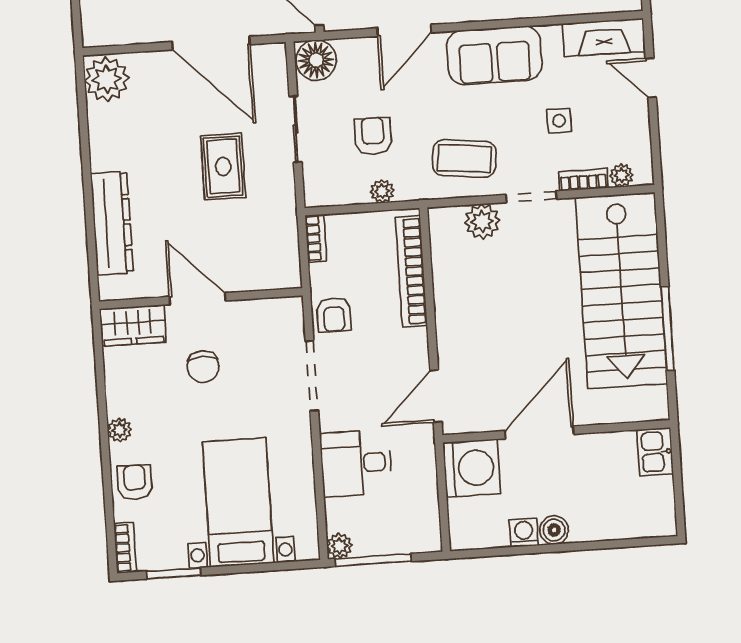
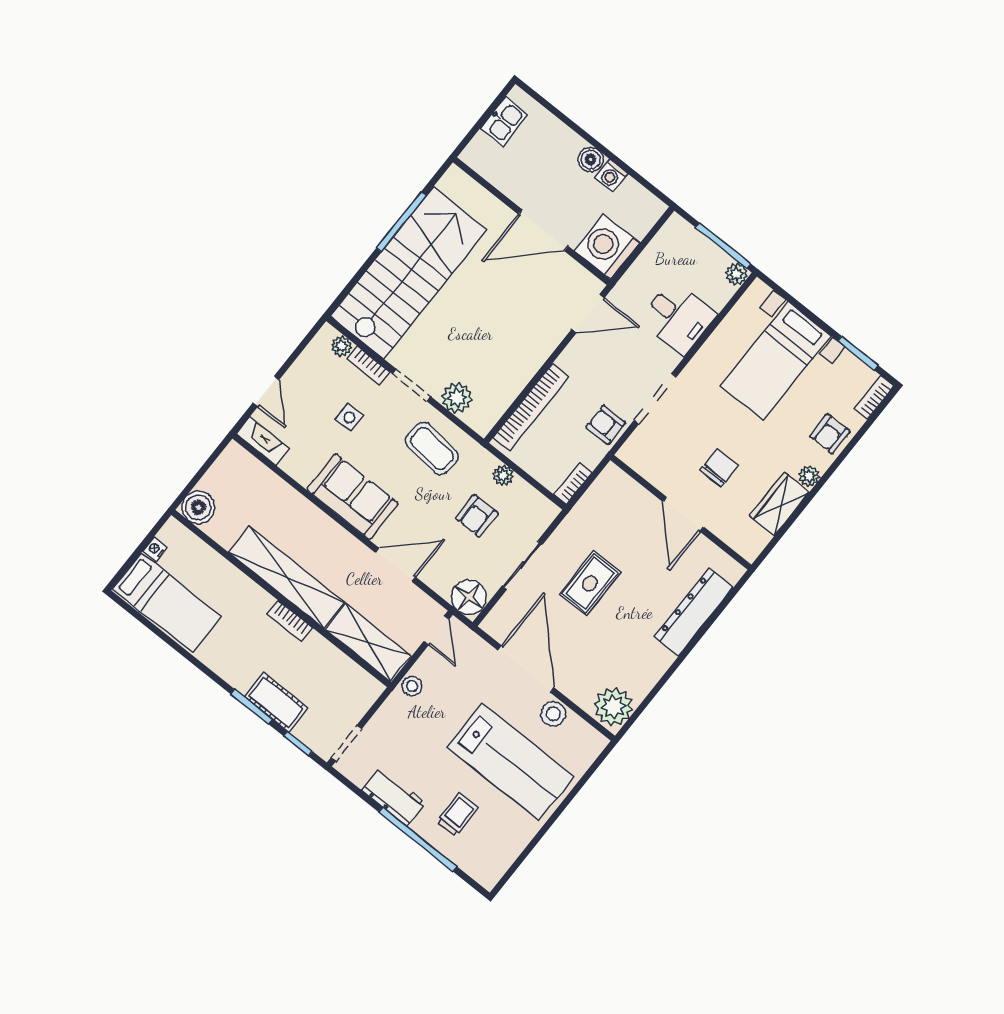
stool: (153, 26) -> (553, 714), added
fireplace: (604, 38) -> (263, 441), width x0.73, depth x0.76
armchair: (334, 315) -> (606, 425), turned -90
wardrobe: (133, 325) -> (779, 504), moved, turned -90
kitchen sink: (655, 452) -> (504, 121), moved

